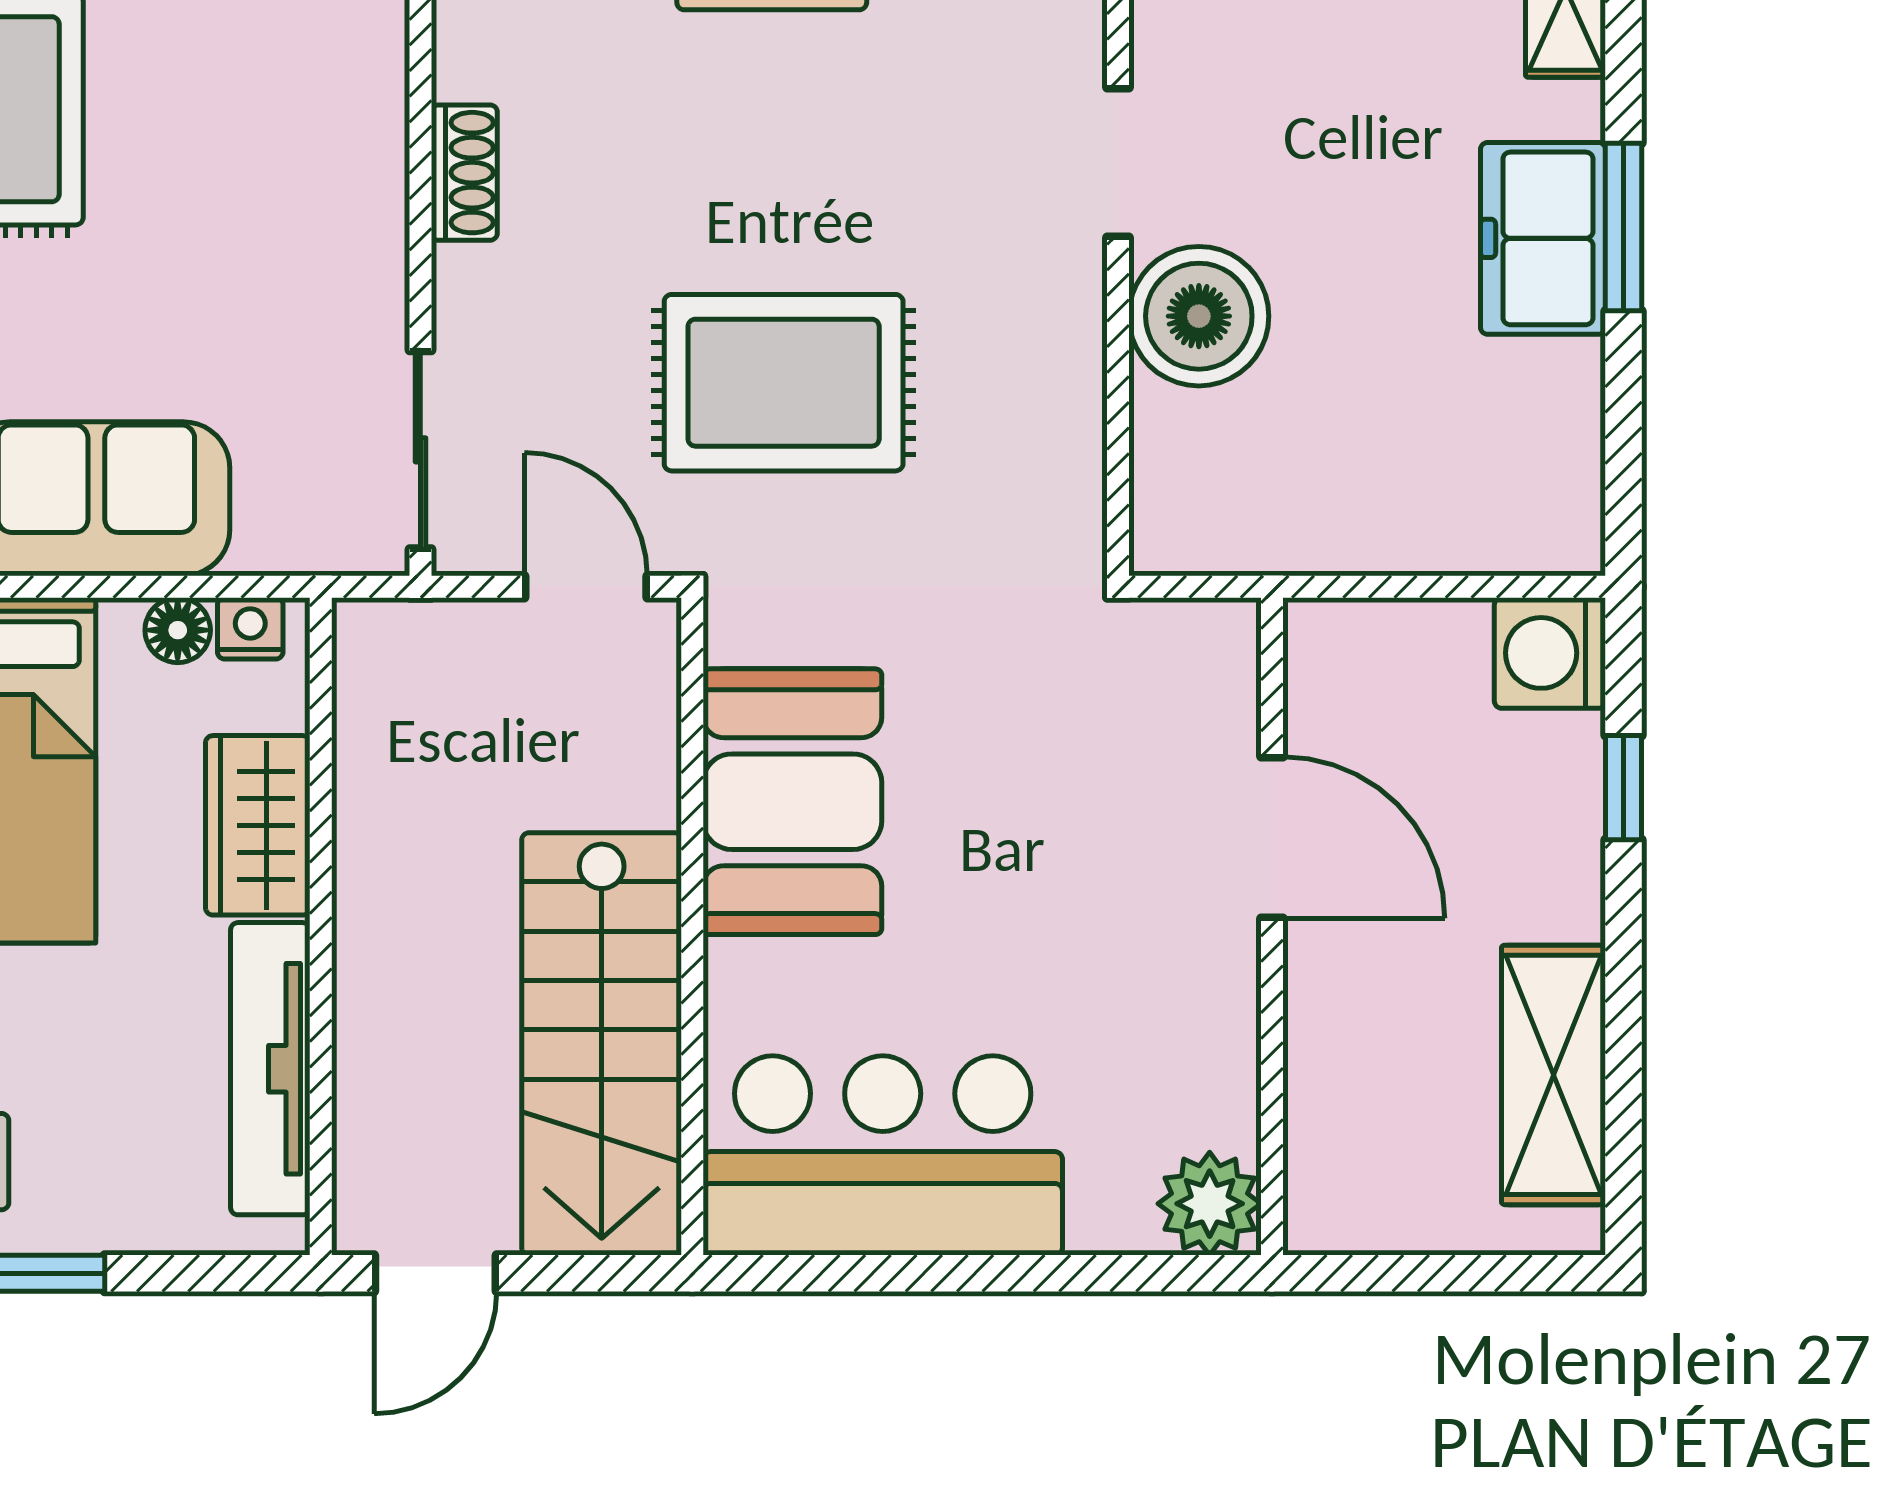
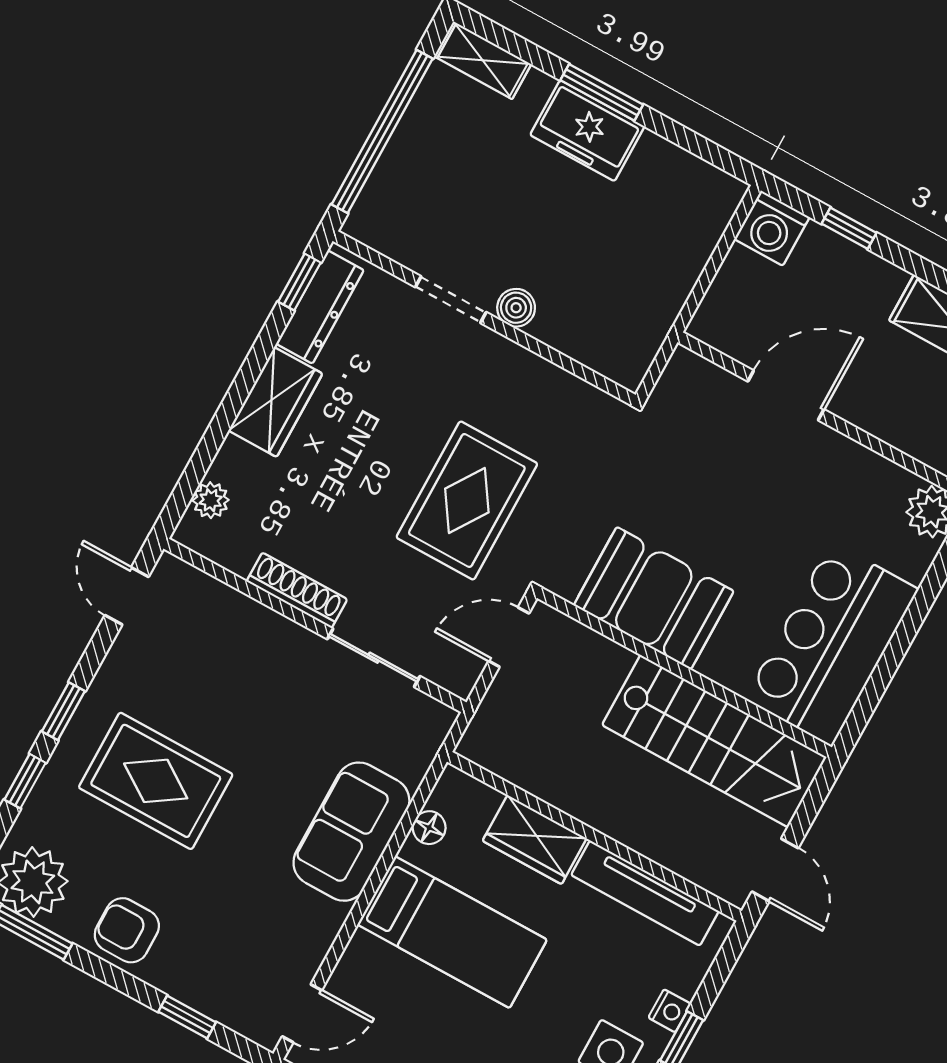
shoe rack: (464, 173) -> (297, 590), width x1.43
boiler: (1199, 316) -> (516, 308), width x0.54, depth x0.54
sliding door: (420, 450) -> (374, 658), moved
nightstand: (250, 628) -> (670, 1011), moved, turned 180

